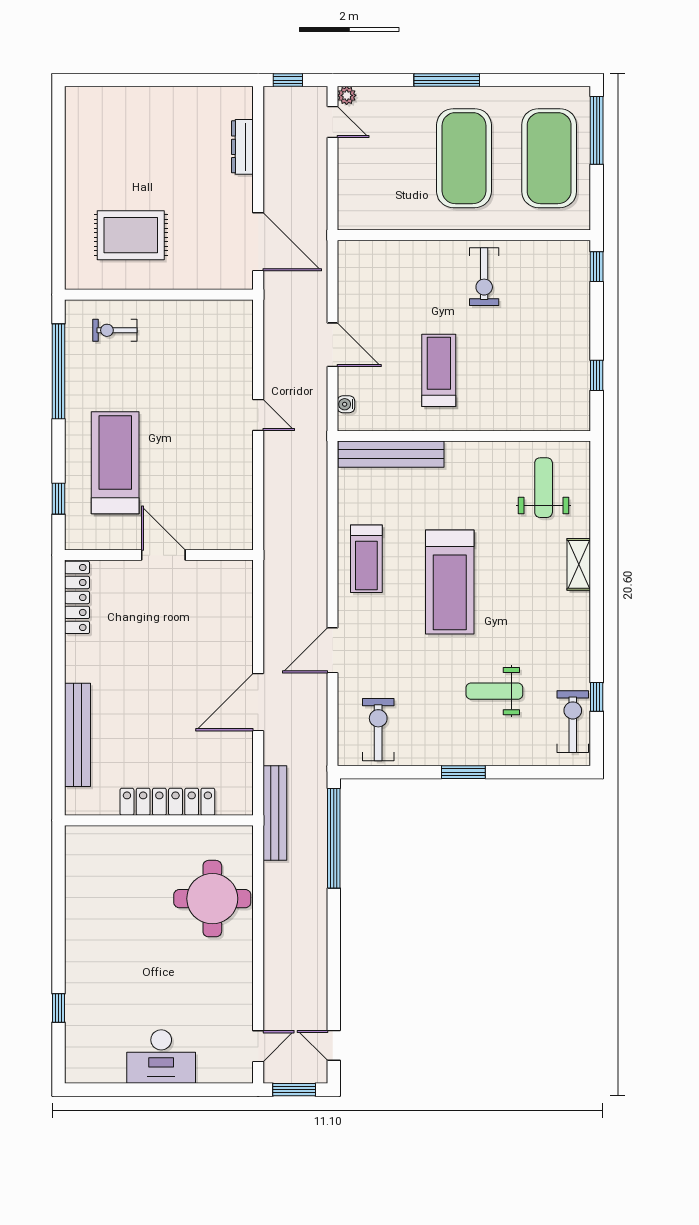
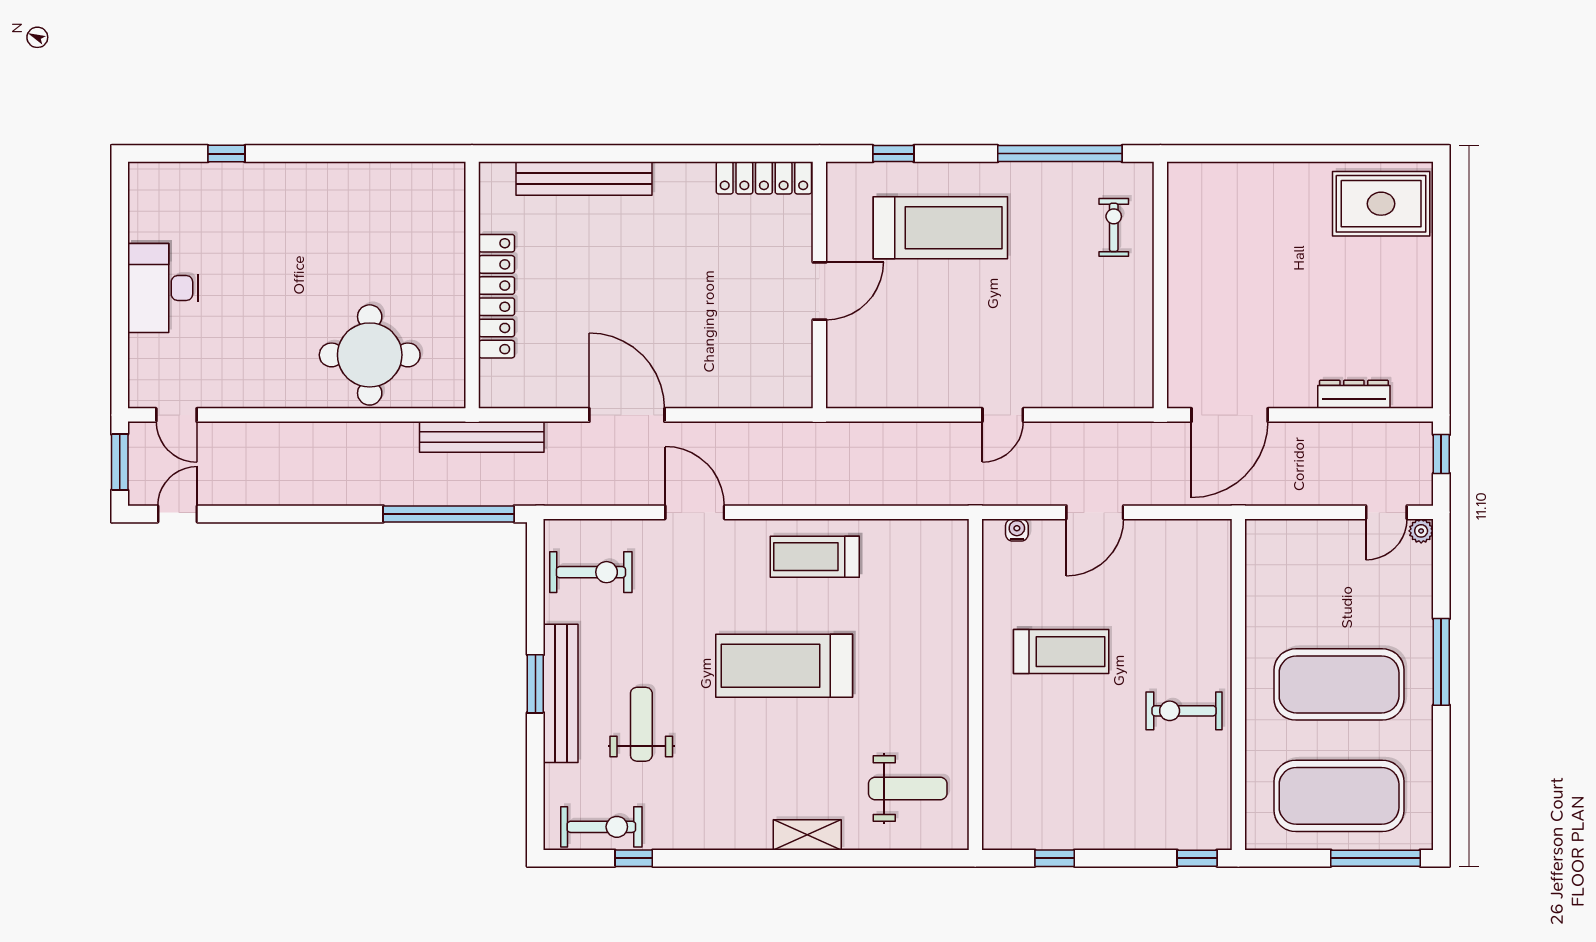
rug: (131, 235) -> (1381, 204), moved, turned 90
bench: (391, 454) -> (561, 693), moved

